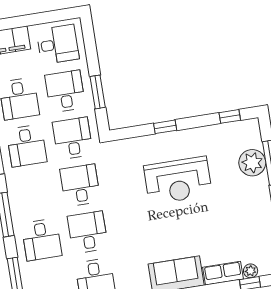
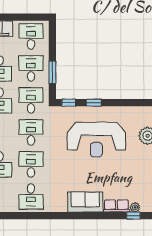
desk: (58, 44) -> (31, 36), turned -90
window: (230, 116) -> (69, 103), moved
reception desk: (178, 180) -> (96, 140), width x1.36, depth x1.30

